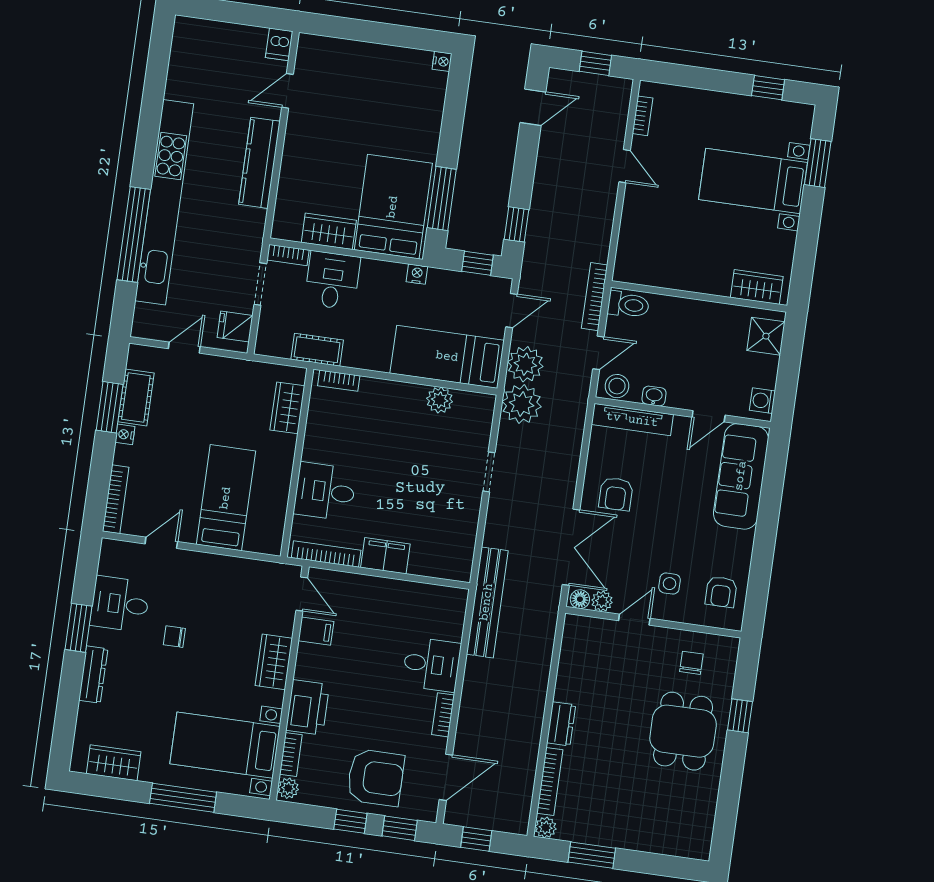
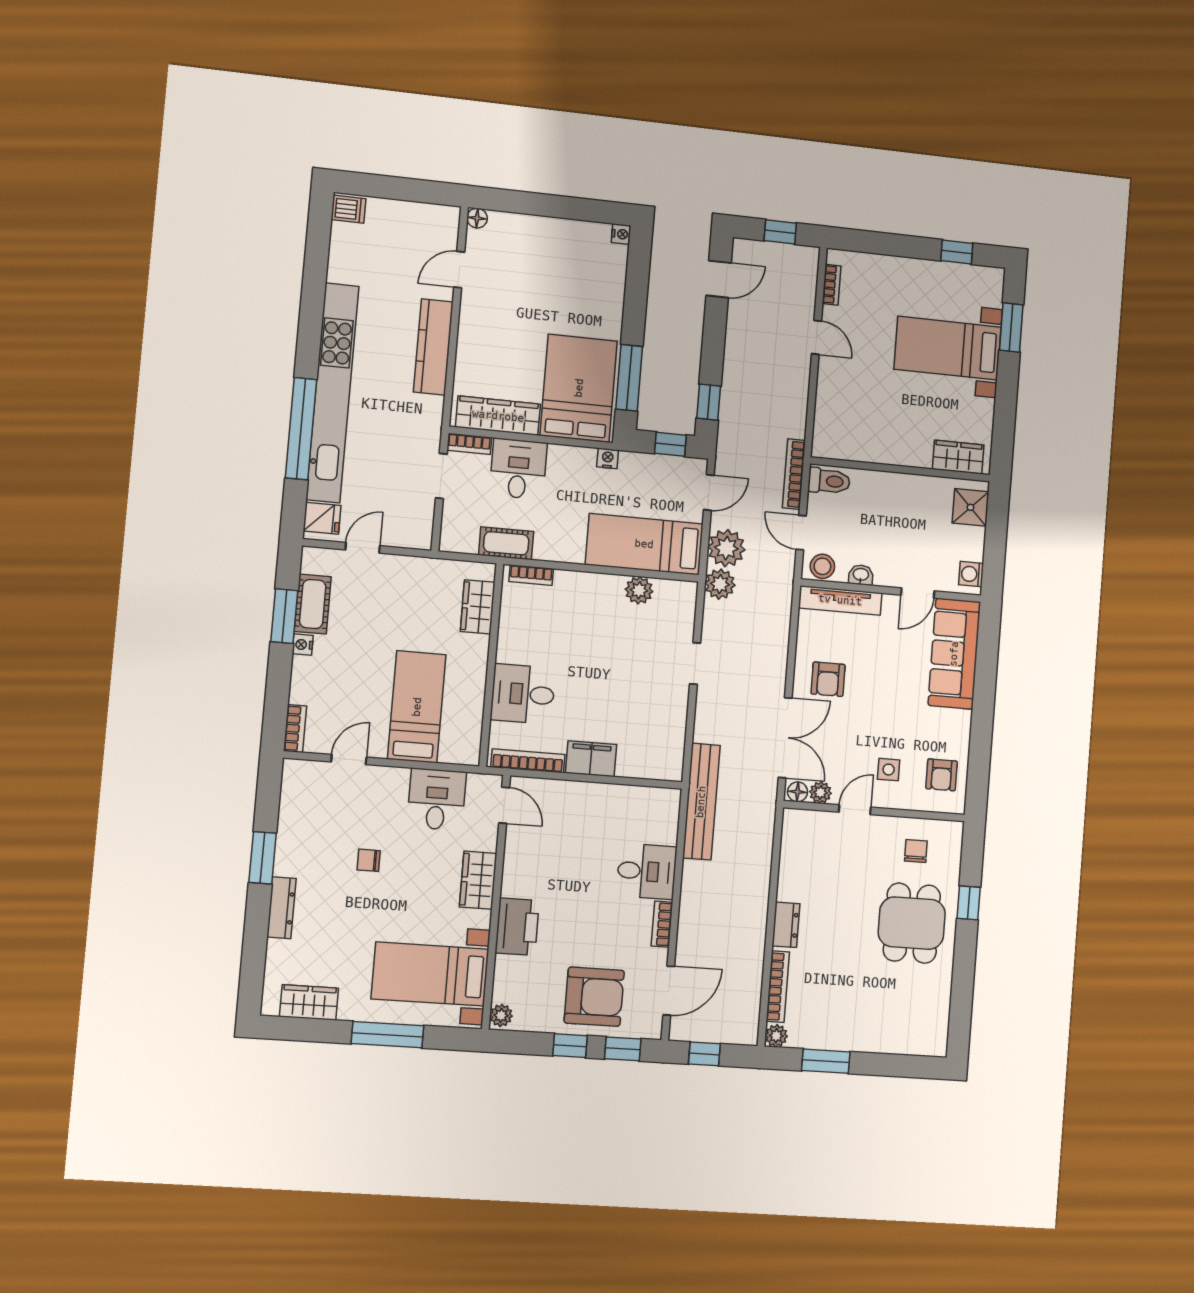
floor lamp: (307, 43) -> (477, 218), added
dishwasher: (279, 44) -> (348, 209), moved, turned -90
wardrobe: (329, 231) -> (498, 416), width x1.50
fridge: (235, 326) -> (322, 518), moved, turned 180
door: (598, 353) -> (801, 533), swing flipped
plant: (522, 404) -> (720, 584), width x0.73, depth x0.73
bookcase: (116, 499) -> (295, 728), width x0.64
desk: (120, 604) -> (437, 799), moved, turned 90
filing cabinet: (316, 631) -> (522, 844), removed
bookcase: (291, 755) -> (502, 979), removed

